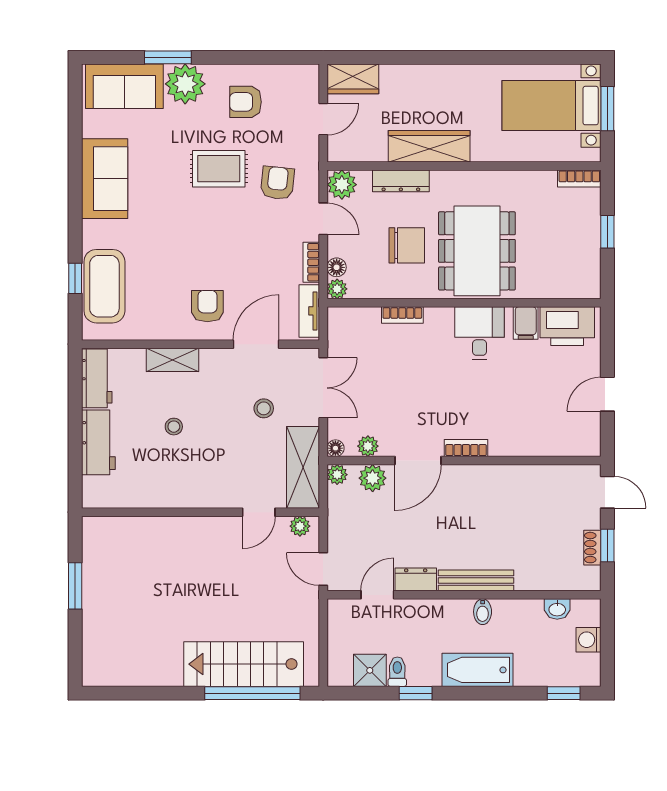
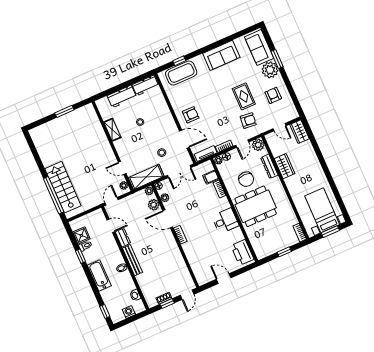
wardrobe: (429, 146) -> (285, 166), width x0.67
filing cabinet: (526, 323) -> (211, 177), moved
shelving: (173, 360) -> (112, 130), moved

